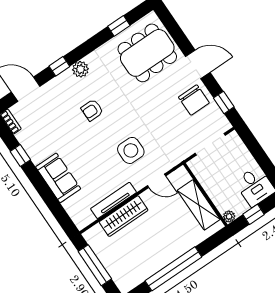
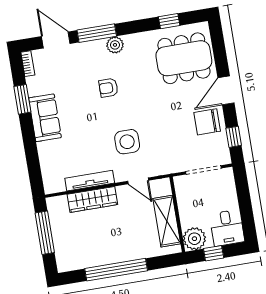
door: (198, 64) -> (226, 90), swing flipped
window: (59, 66) -> (97, 33), width x2.17
chair: (194, 100) -> (207, 122), turned 90
window: (20, 156) -> (22, 99), width x1.50
sofa: (58, 178) -> (45, 118), moved
plant: (229, 216) -> (194, 239), width x1.88, depth x1.88

